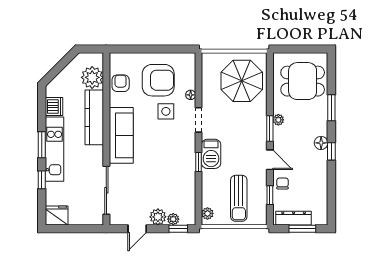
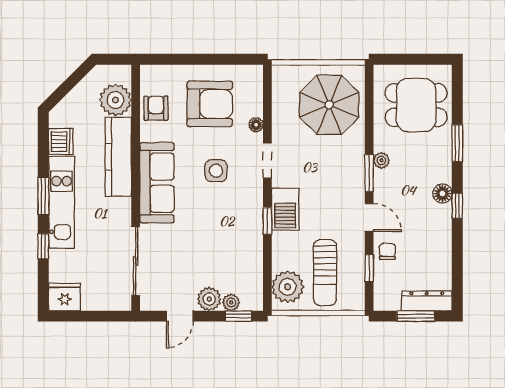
side table: (166, 111) -> (216, 171), moved
plant: (207, 213) -> (288, 287), width x1.87, depth x1.87
dresser: (294, 218) -> (427, 301), moved

